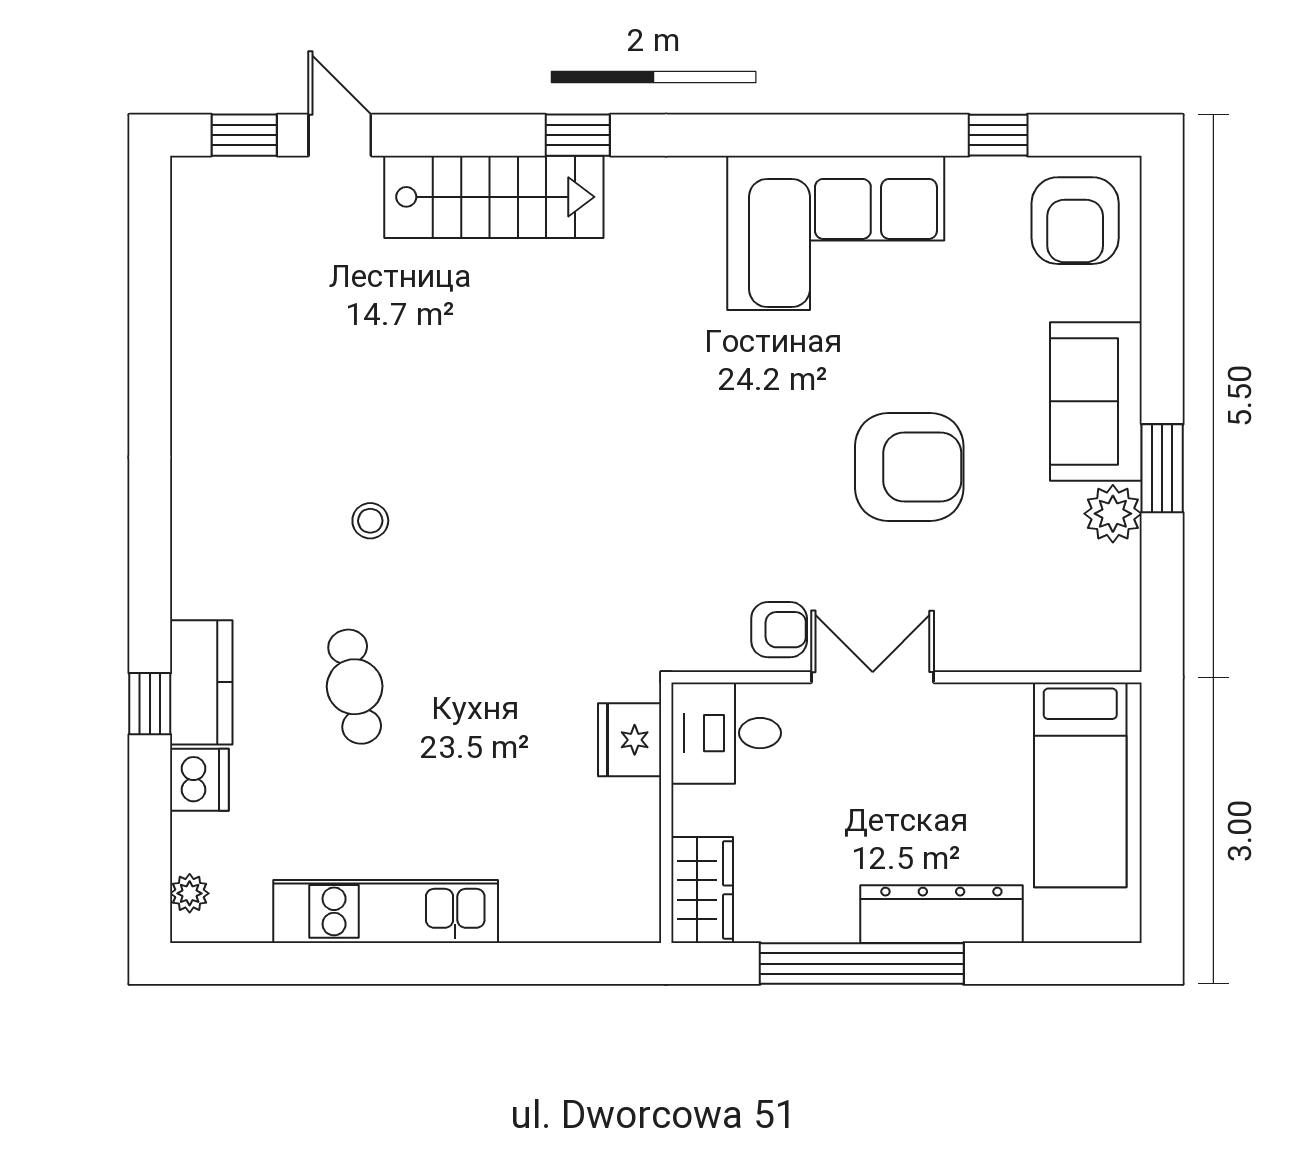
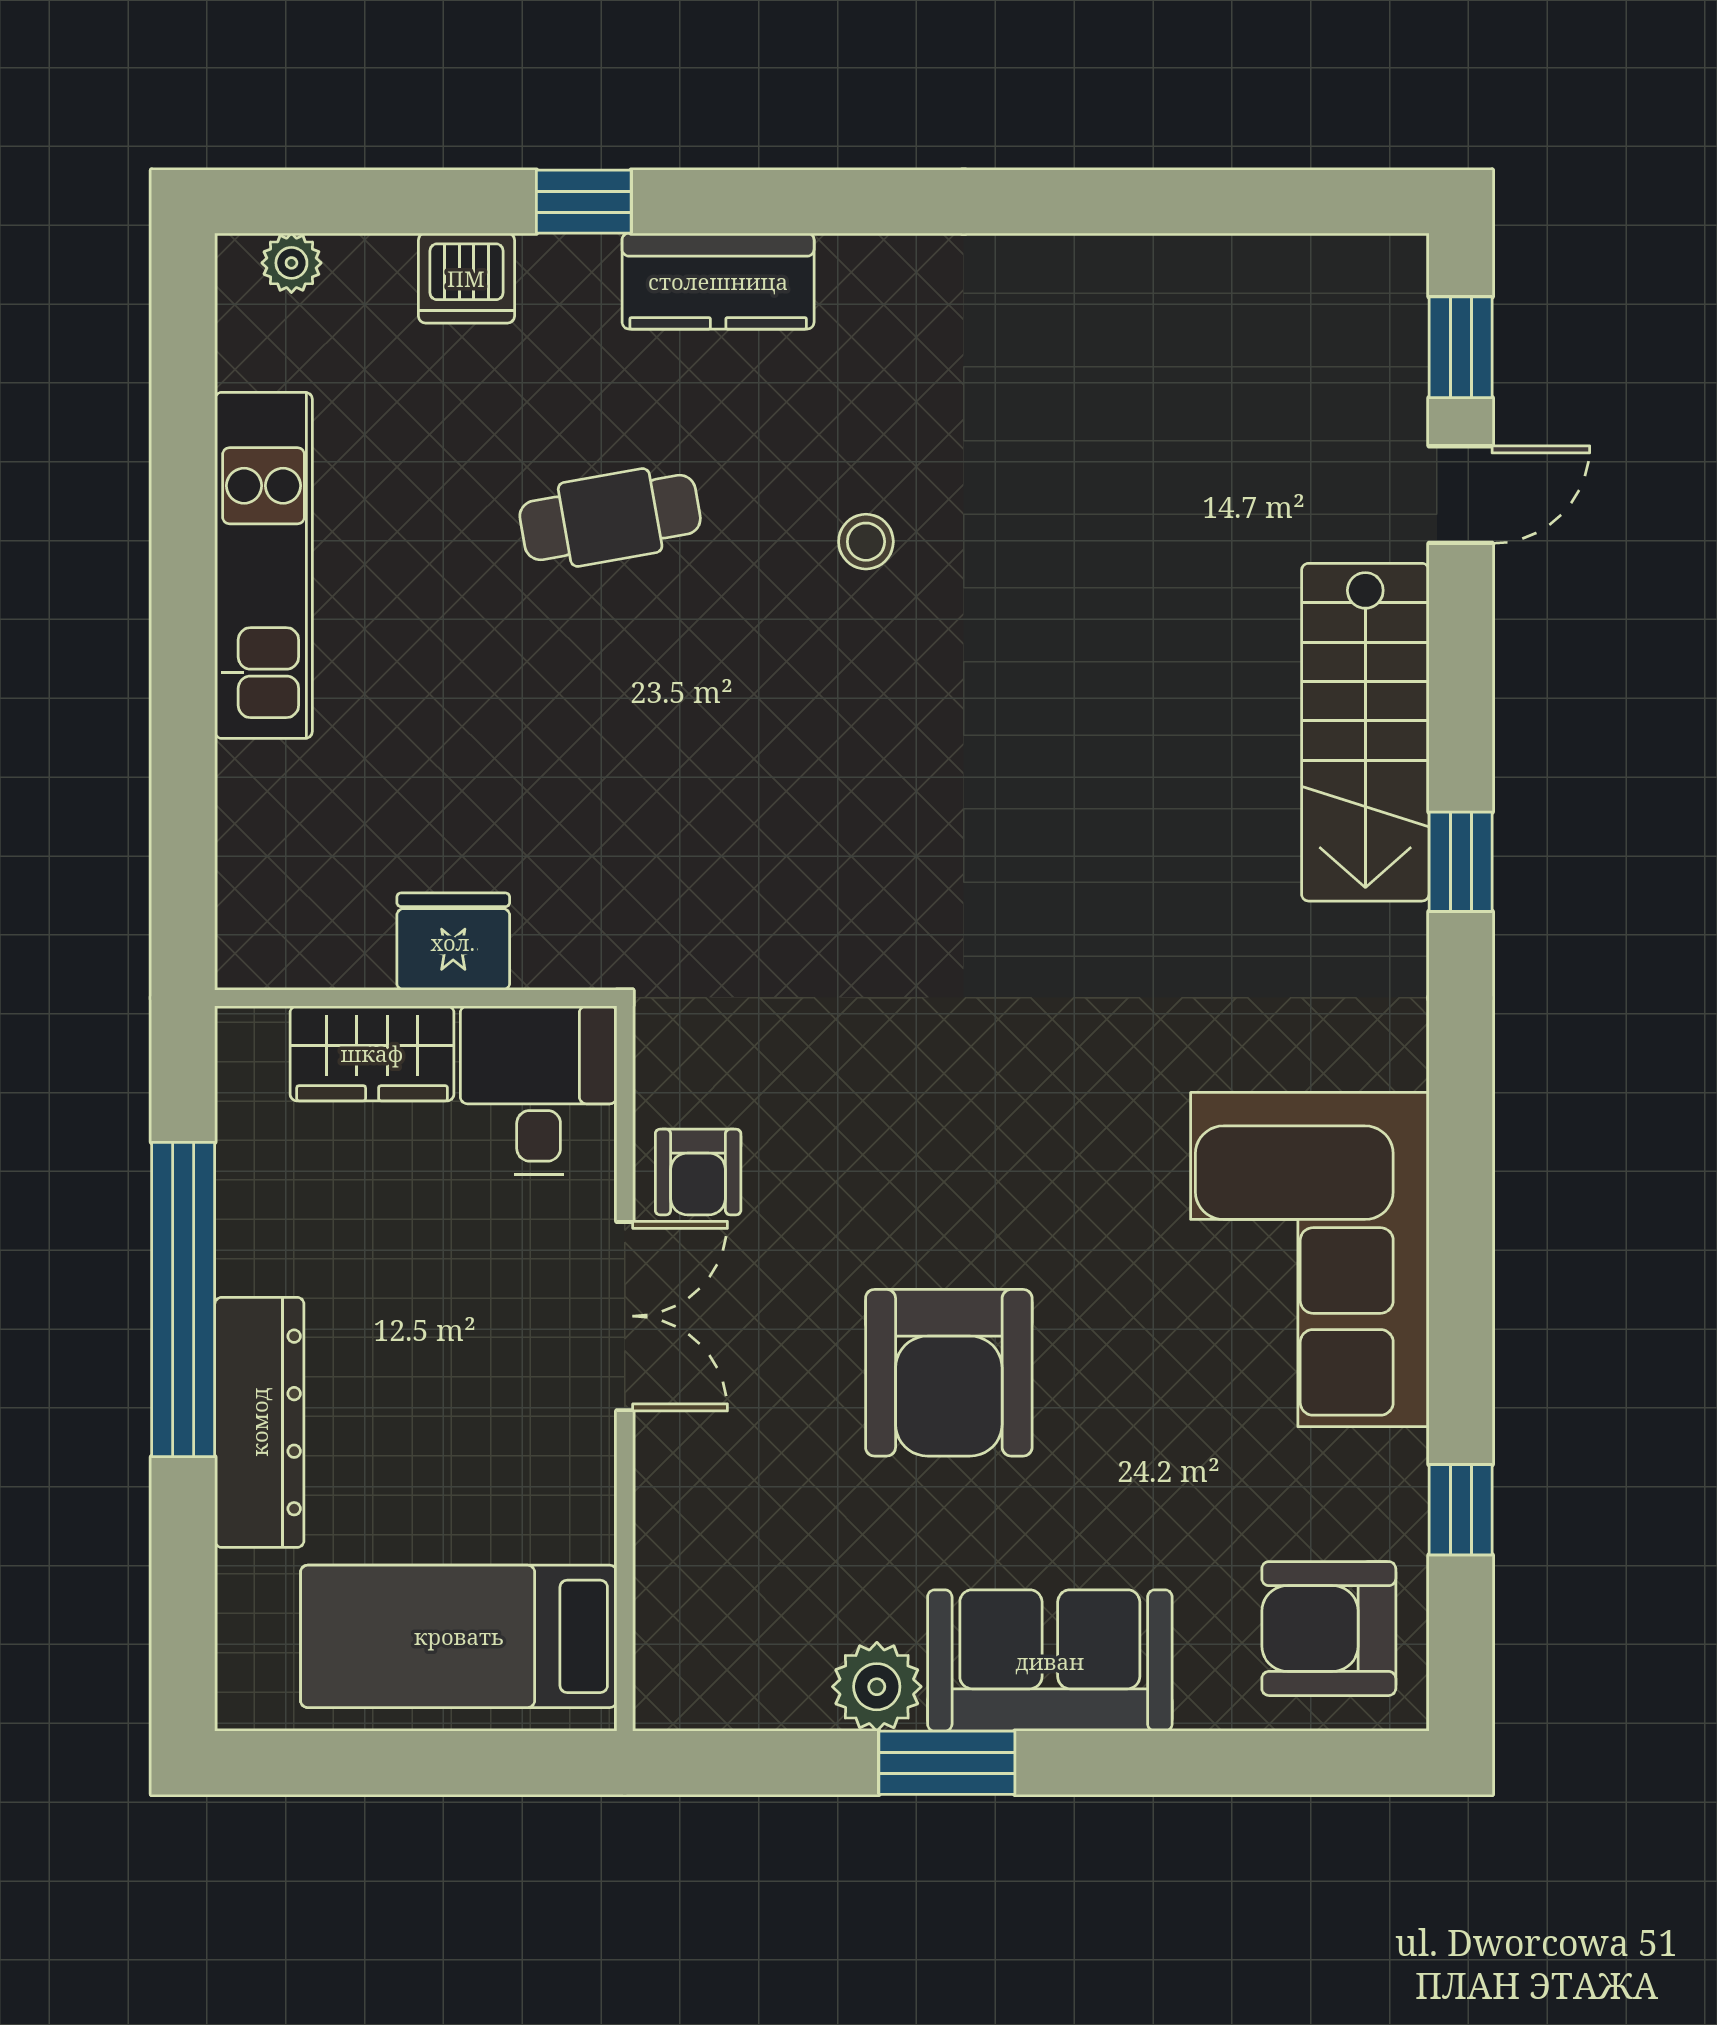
kitchen counter: (201, 682) -> (718, 281), moved
fridge: (630, 740) -> (453, 942), moved
wardrobe: (702, 890) -> (372, 1053), moved

